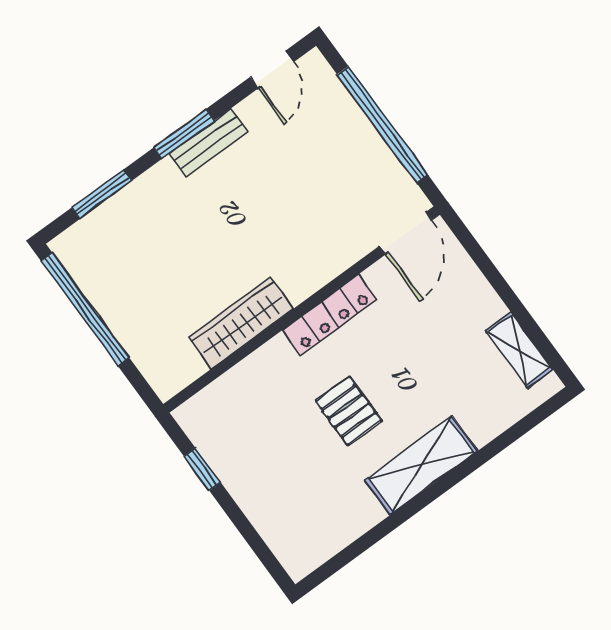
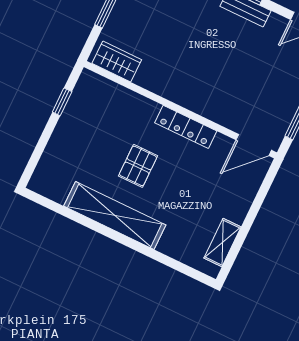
wardrobe: (241, 323) -> (117, 62), moved, width x0.67
shelving: (421, 466) -> (115, 215), width x1.47

